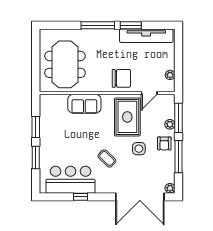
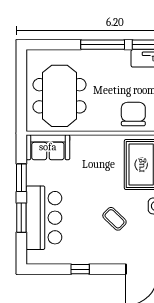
chair: (121, 78) -> (133, 114), turned -90
sofa: (84, 104) -> (48, 147), moved
bar counter: (71, 180) -> (44, 218), moved, turned 90

